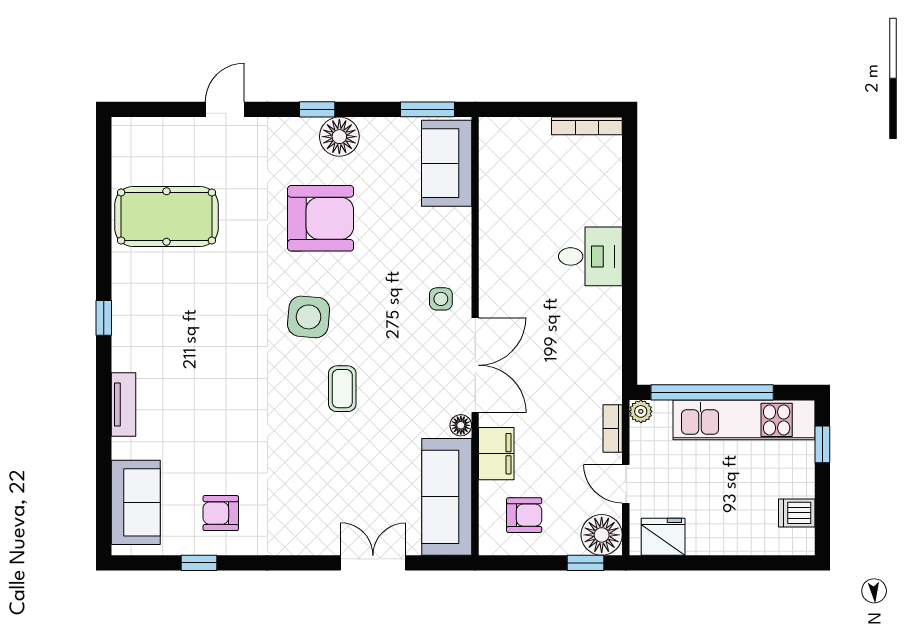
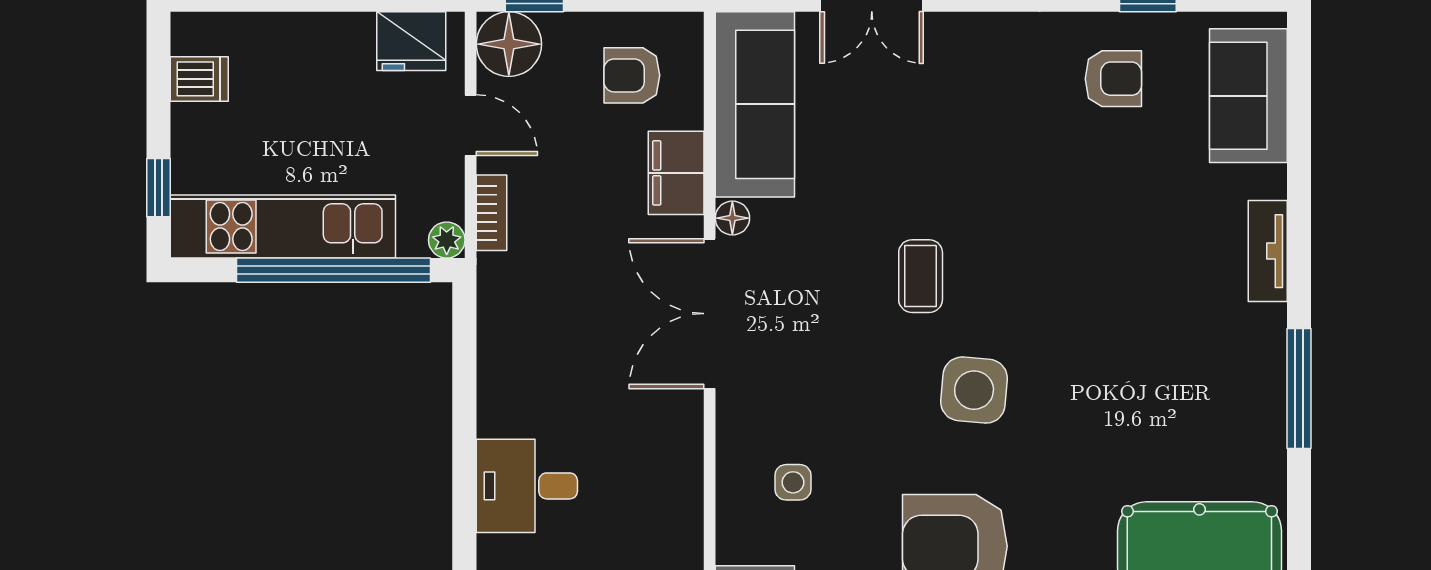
side table: (441, 299) -> (793, 482), moved
window: (104, 318) -> (1299, 389), width x2.17

